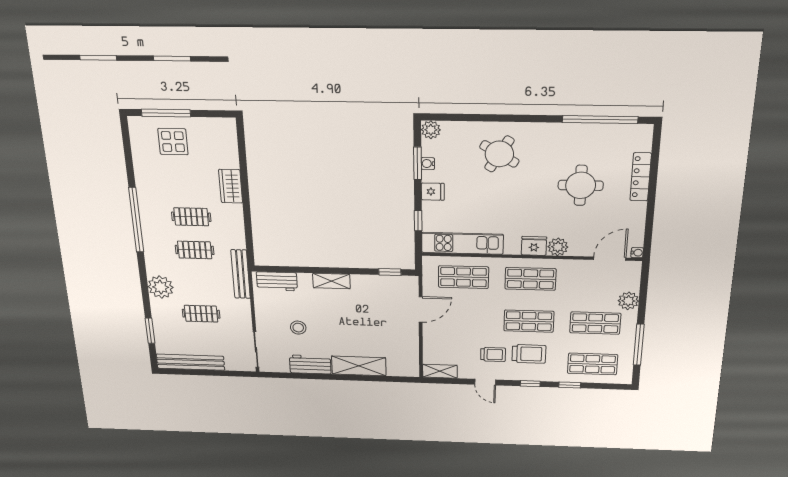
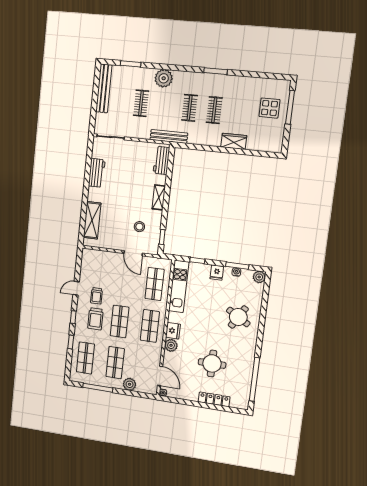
window: (136, 220) -> (216, 71), width x0.47
stool: (298, 328) -> (139, 227), moved
shelving: (359, 366) -> (92, 220), moved
shelving: (440, 371) -> (86, 260), removed

